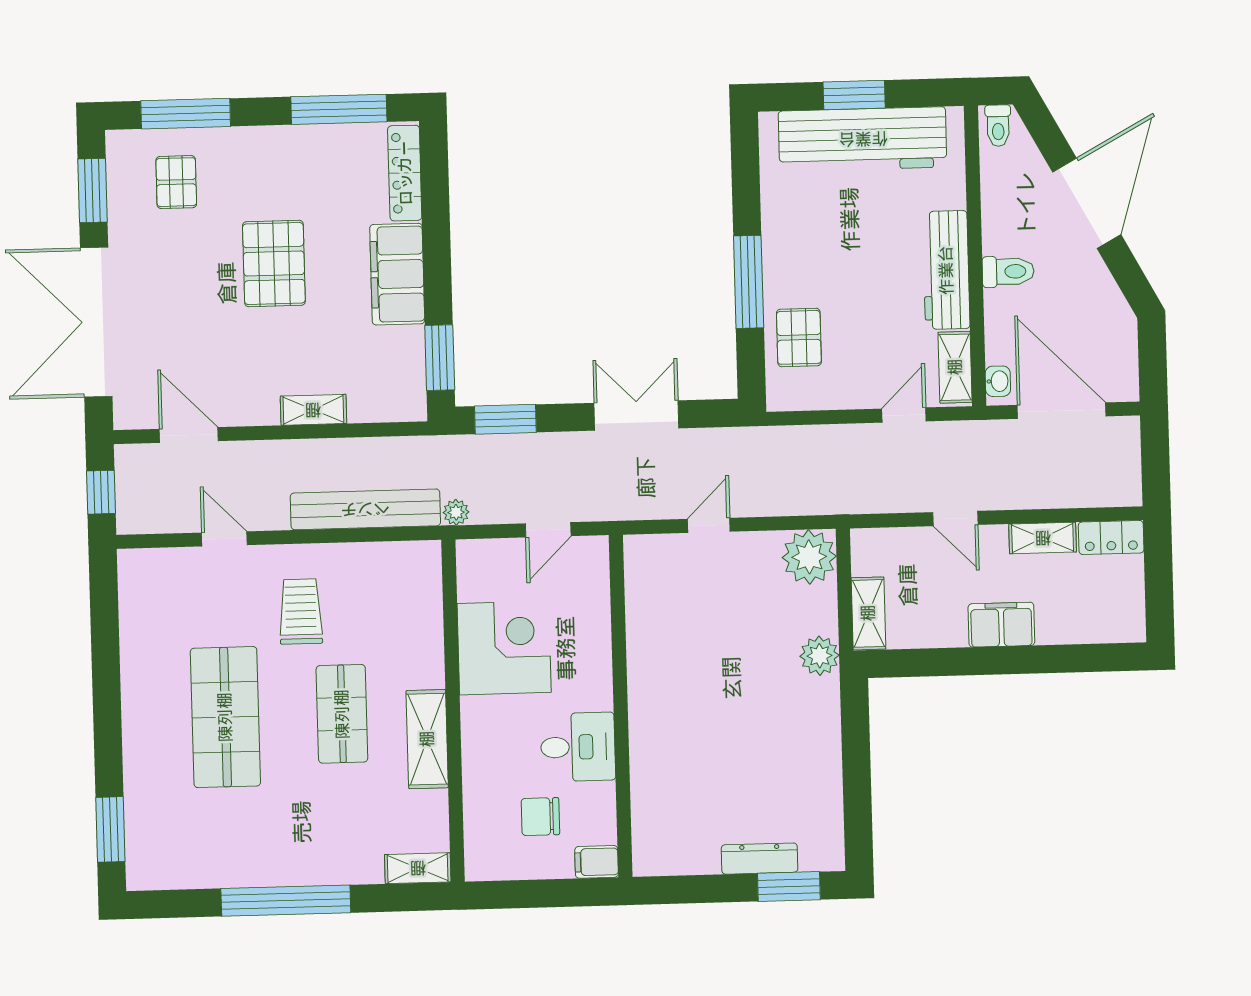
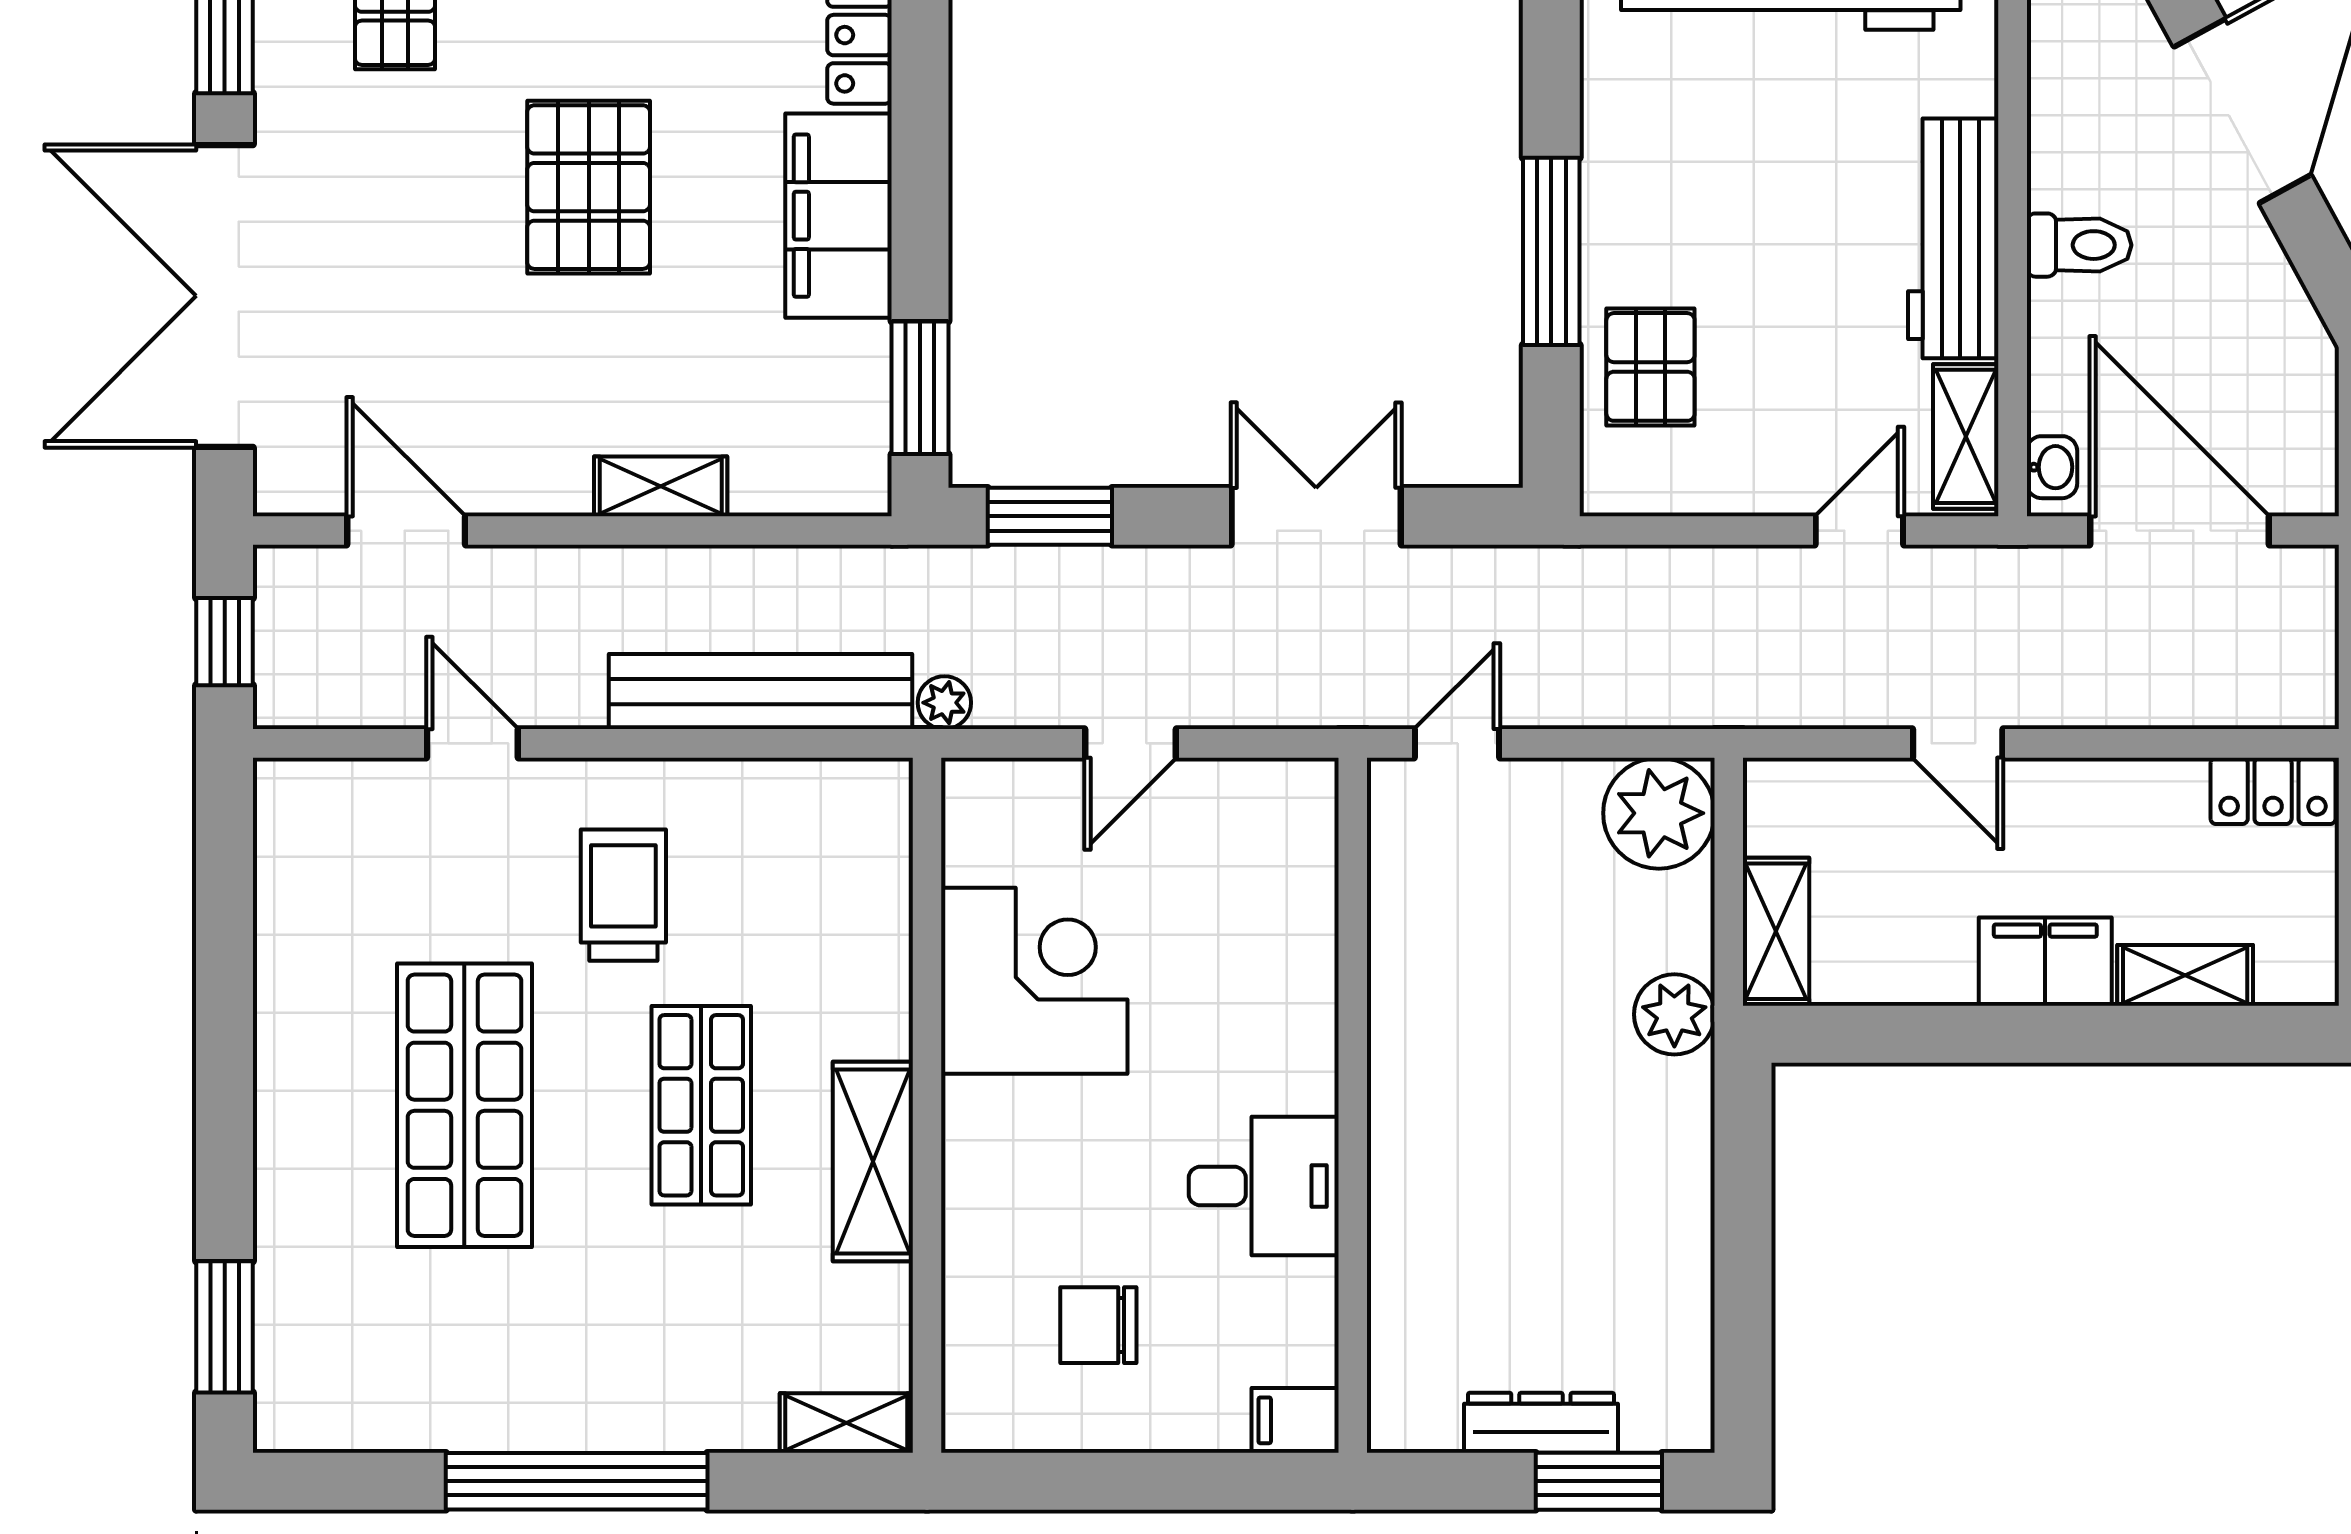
shelving: (1043, 538) -> (2185, 975), moved
wall: (621, 706) -> (1353, 1105), moved
desk: (578, 747) -> (1264, 1186), moved
filing cabinet: (597, 862) -> (1295, 1420), moved

